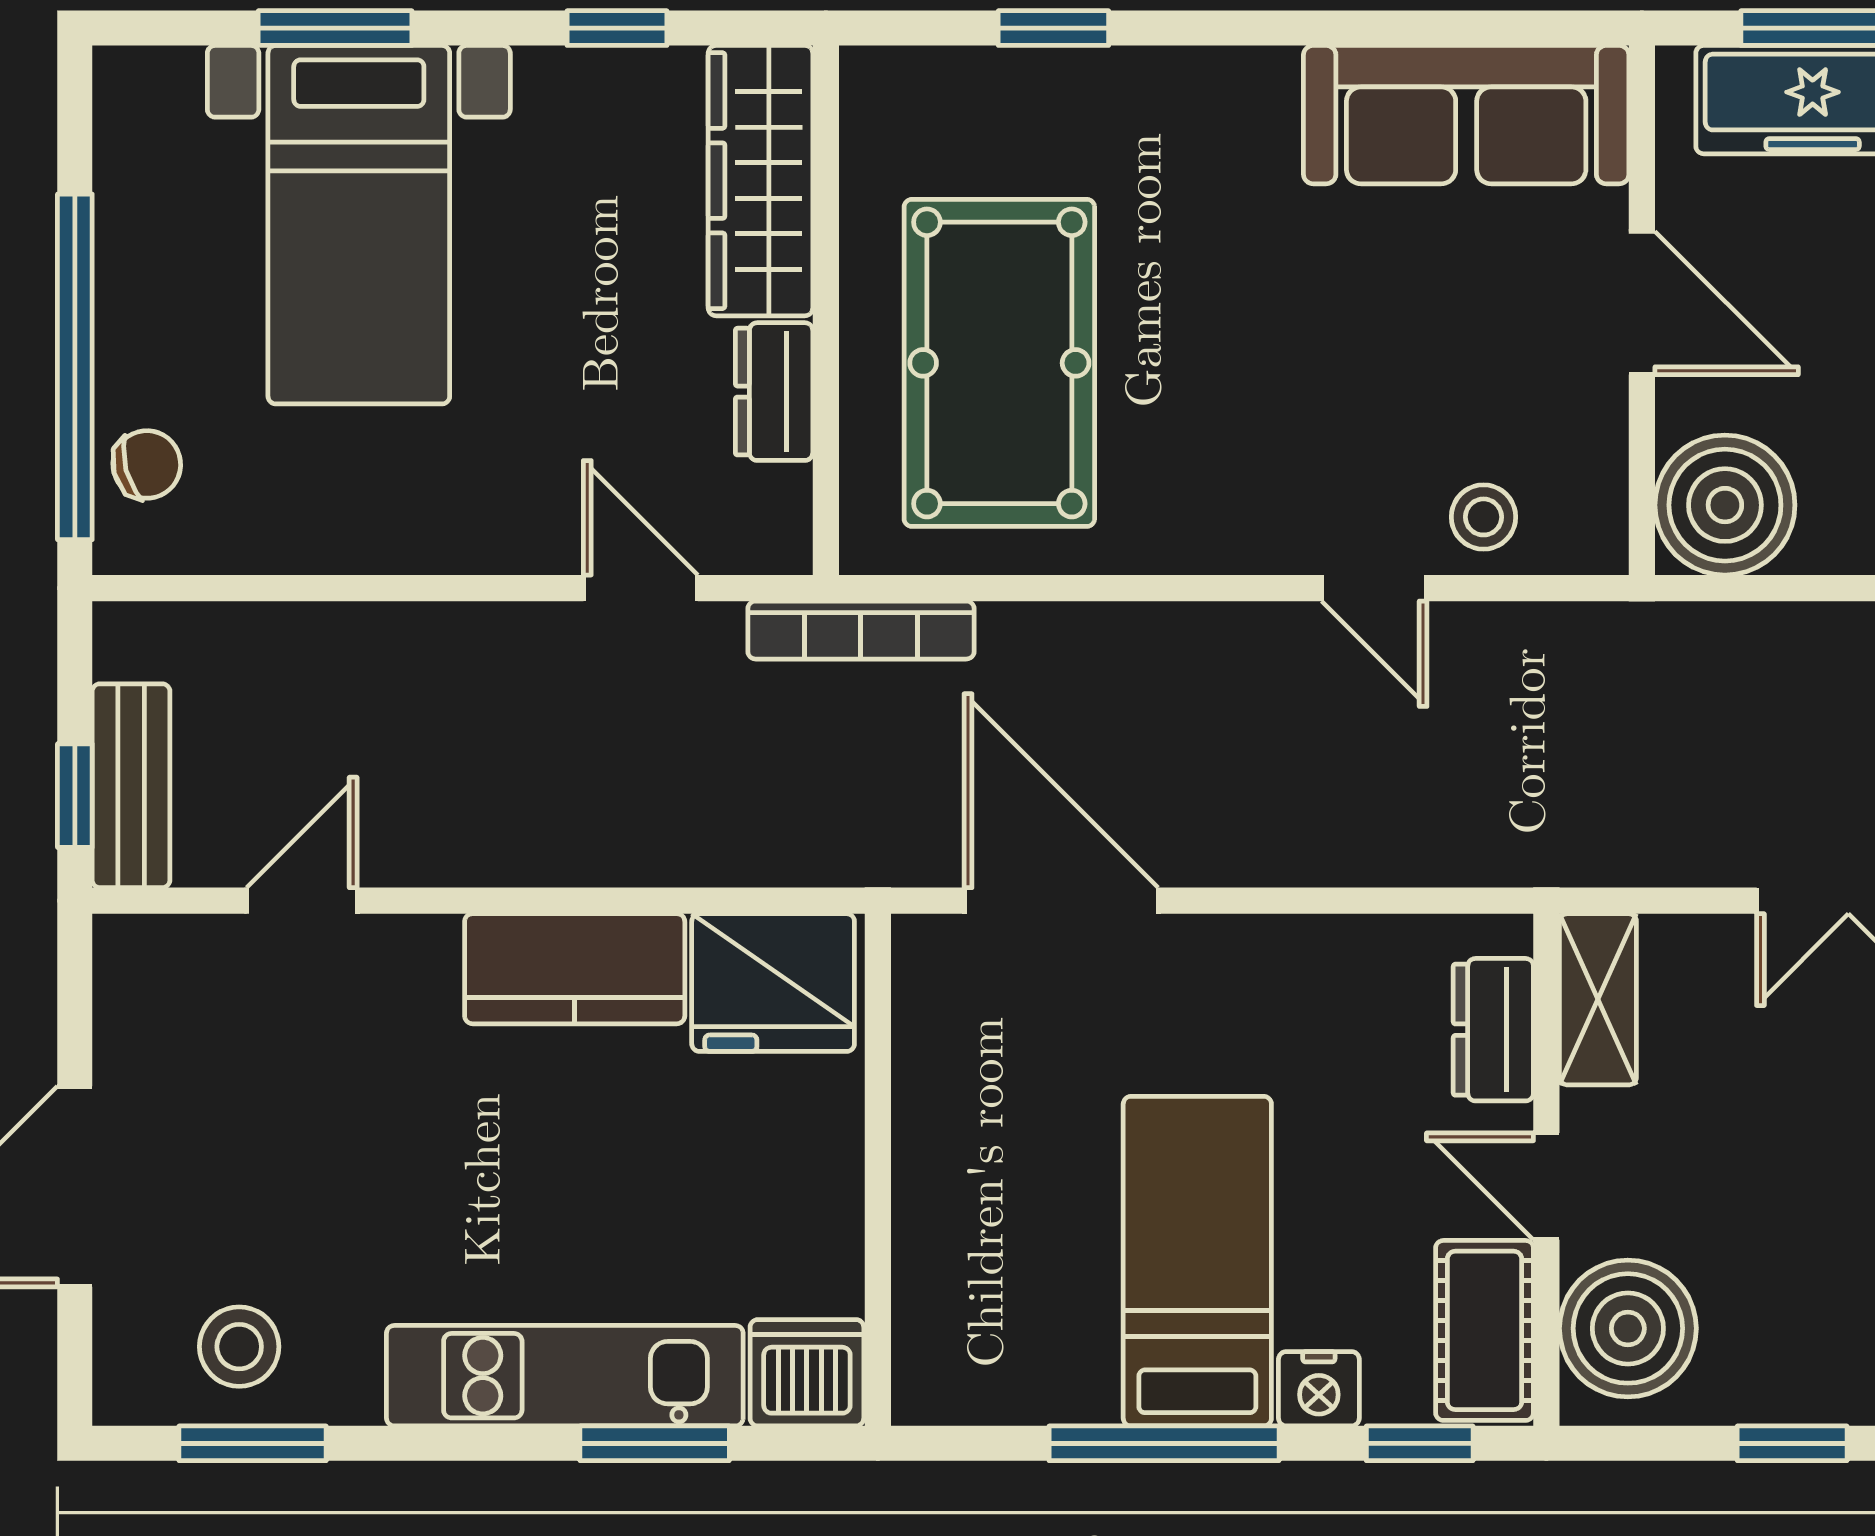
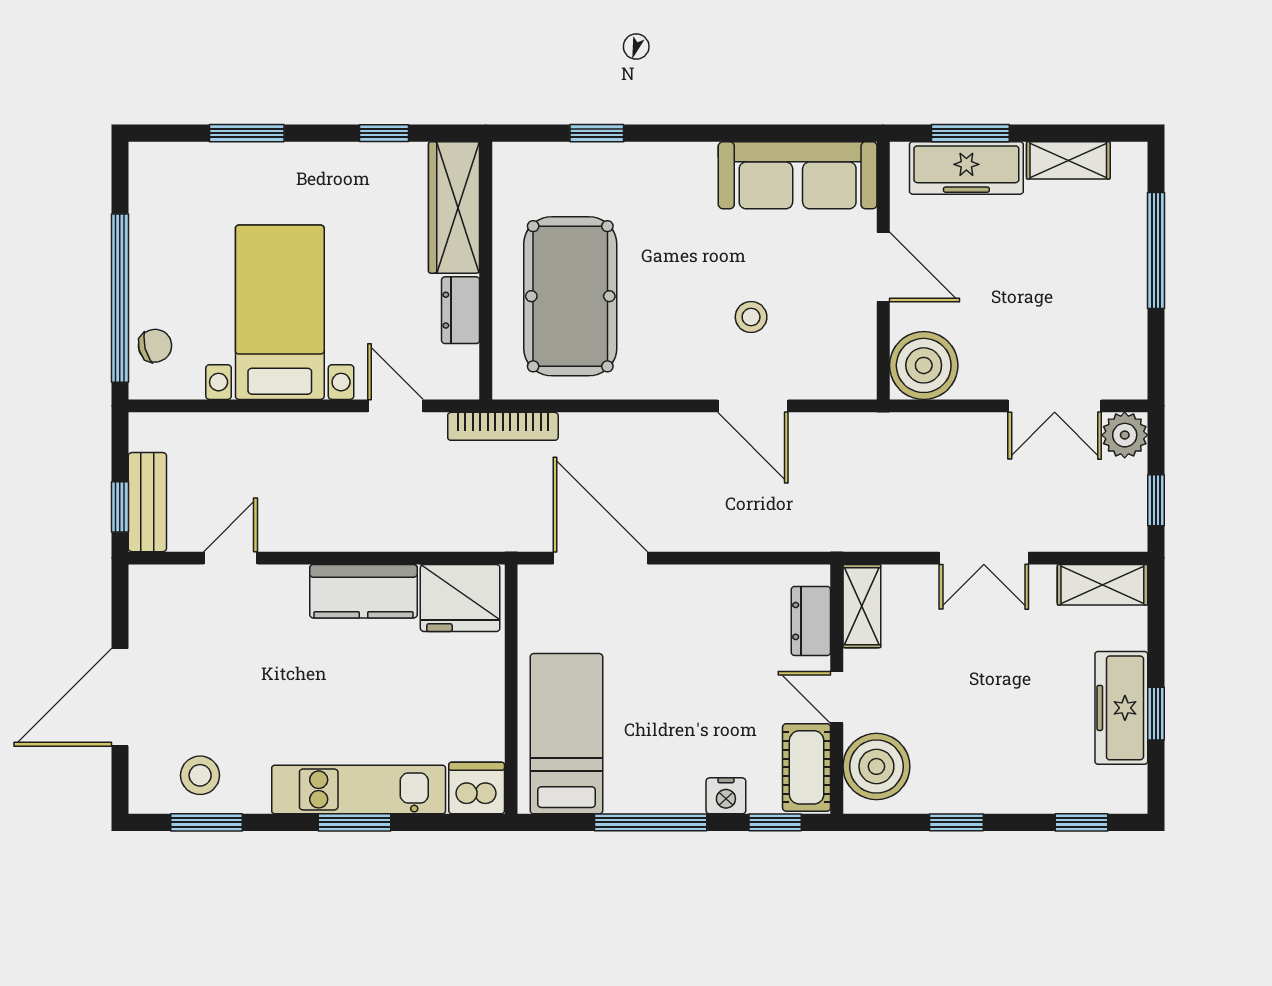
bed with nightstands: (359, 225) -> (280, 312), moved, turned 180
stool: (1484, 517) -> (751, 317), moved
door: (1374, 588) -> (753, 406), width x1.38
bed: (1197, 1261) -> (566, 734), moved
window: (655, 1443) -> (355, 822), moved

